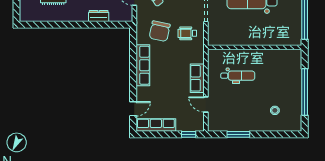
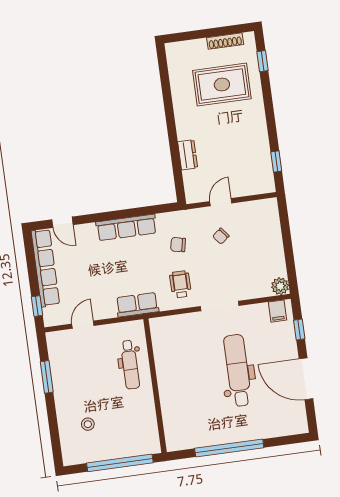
chair: (160, 31) -> (178, 245), width x0.54, depth x0.54
wall: (255, 47) -> (155, 386), moved
row of seats: (197, 78) -> (137, 305), moved
row of seats: (156, 125) -> (45, 268), width x1.36

